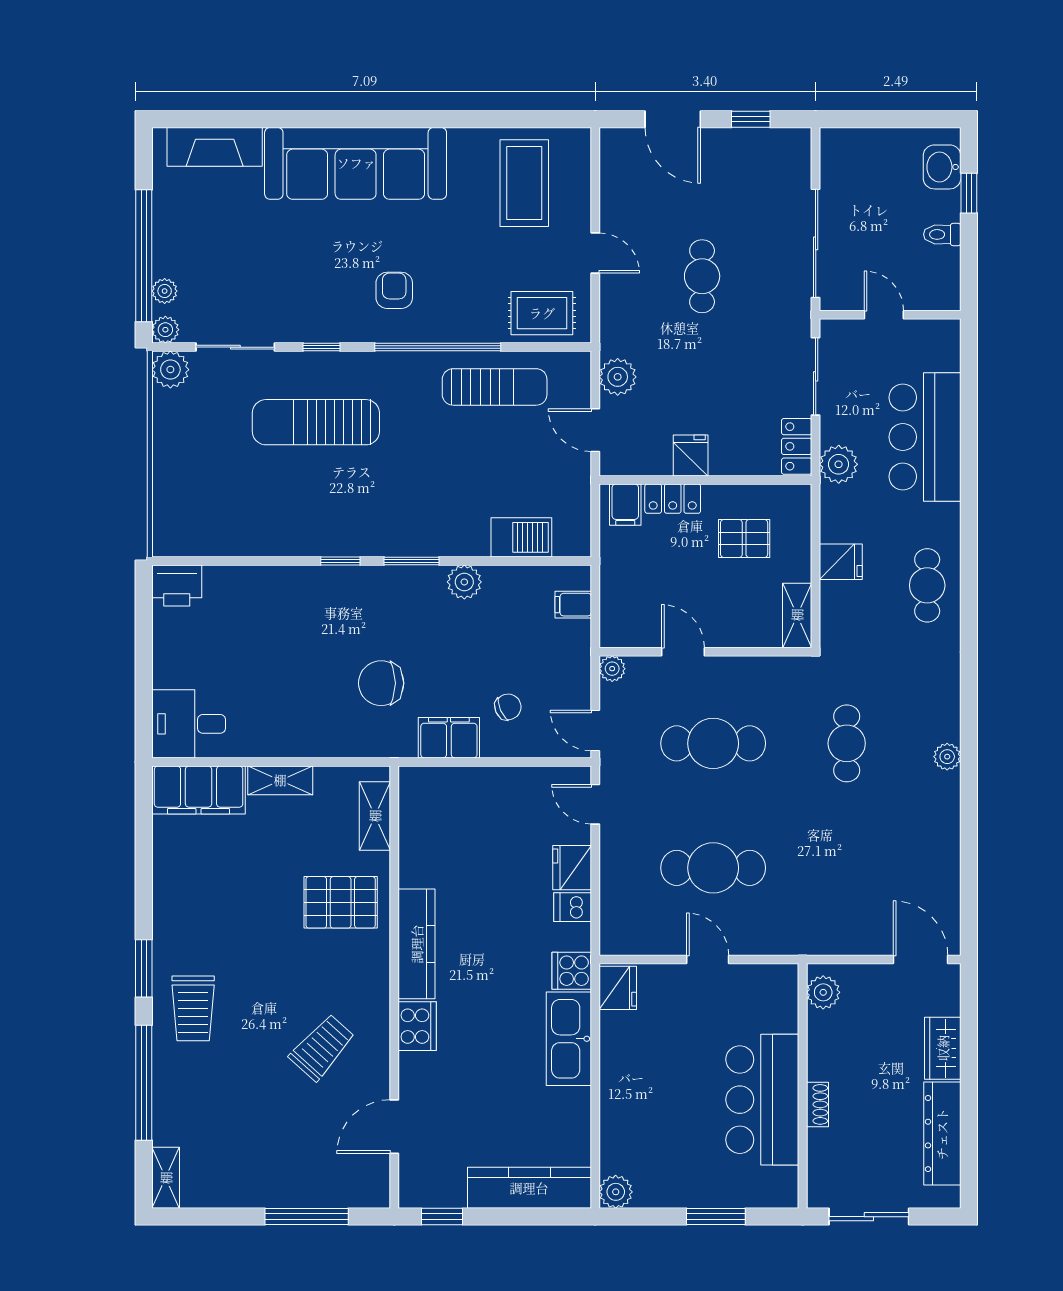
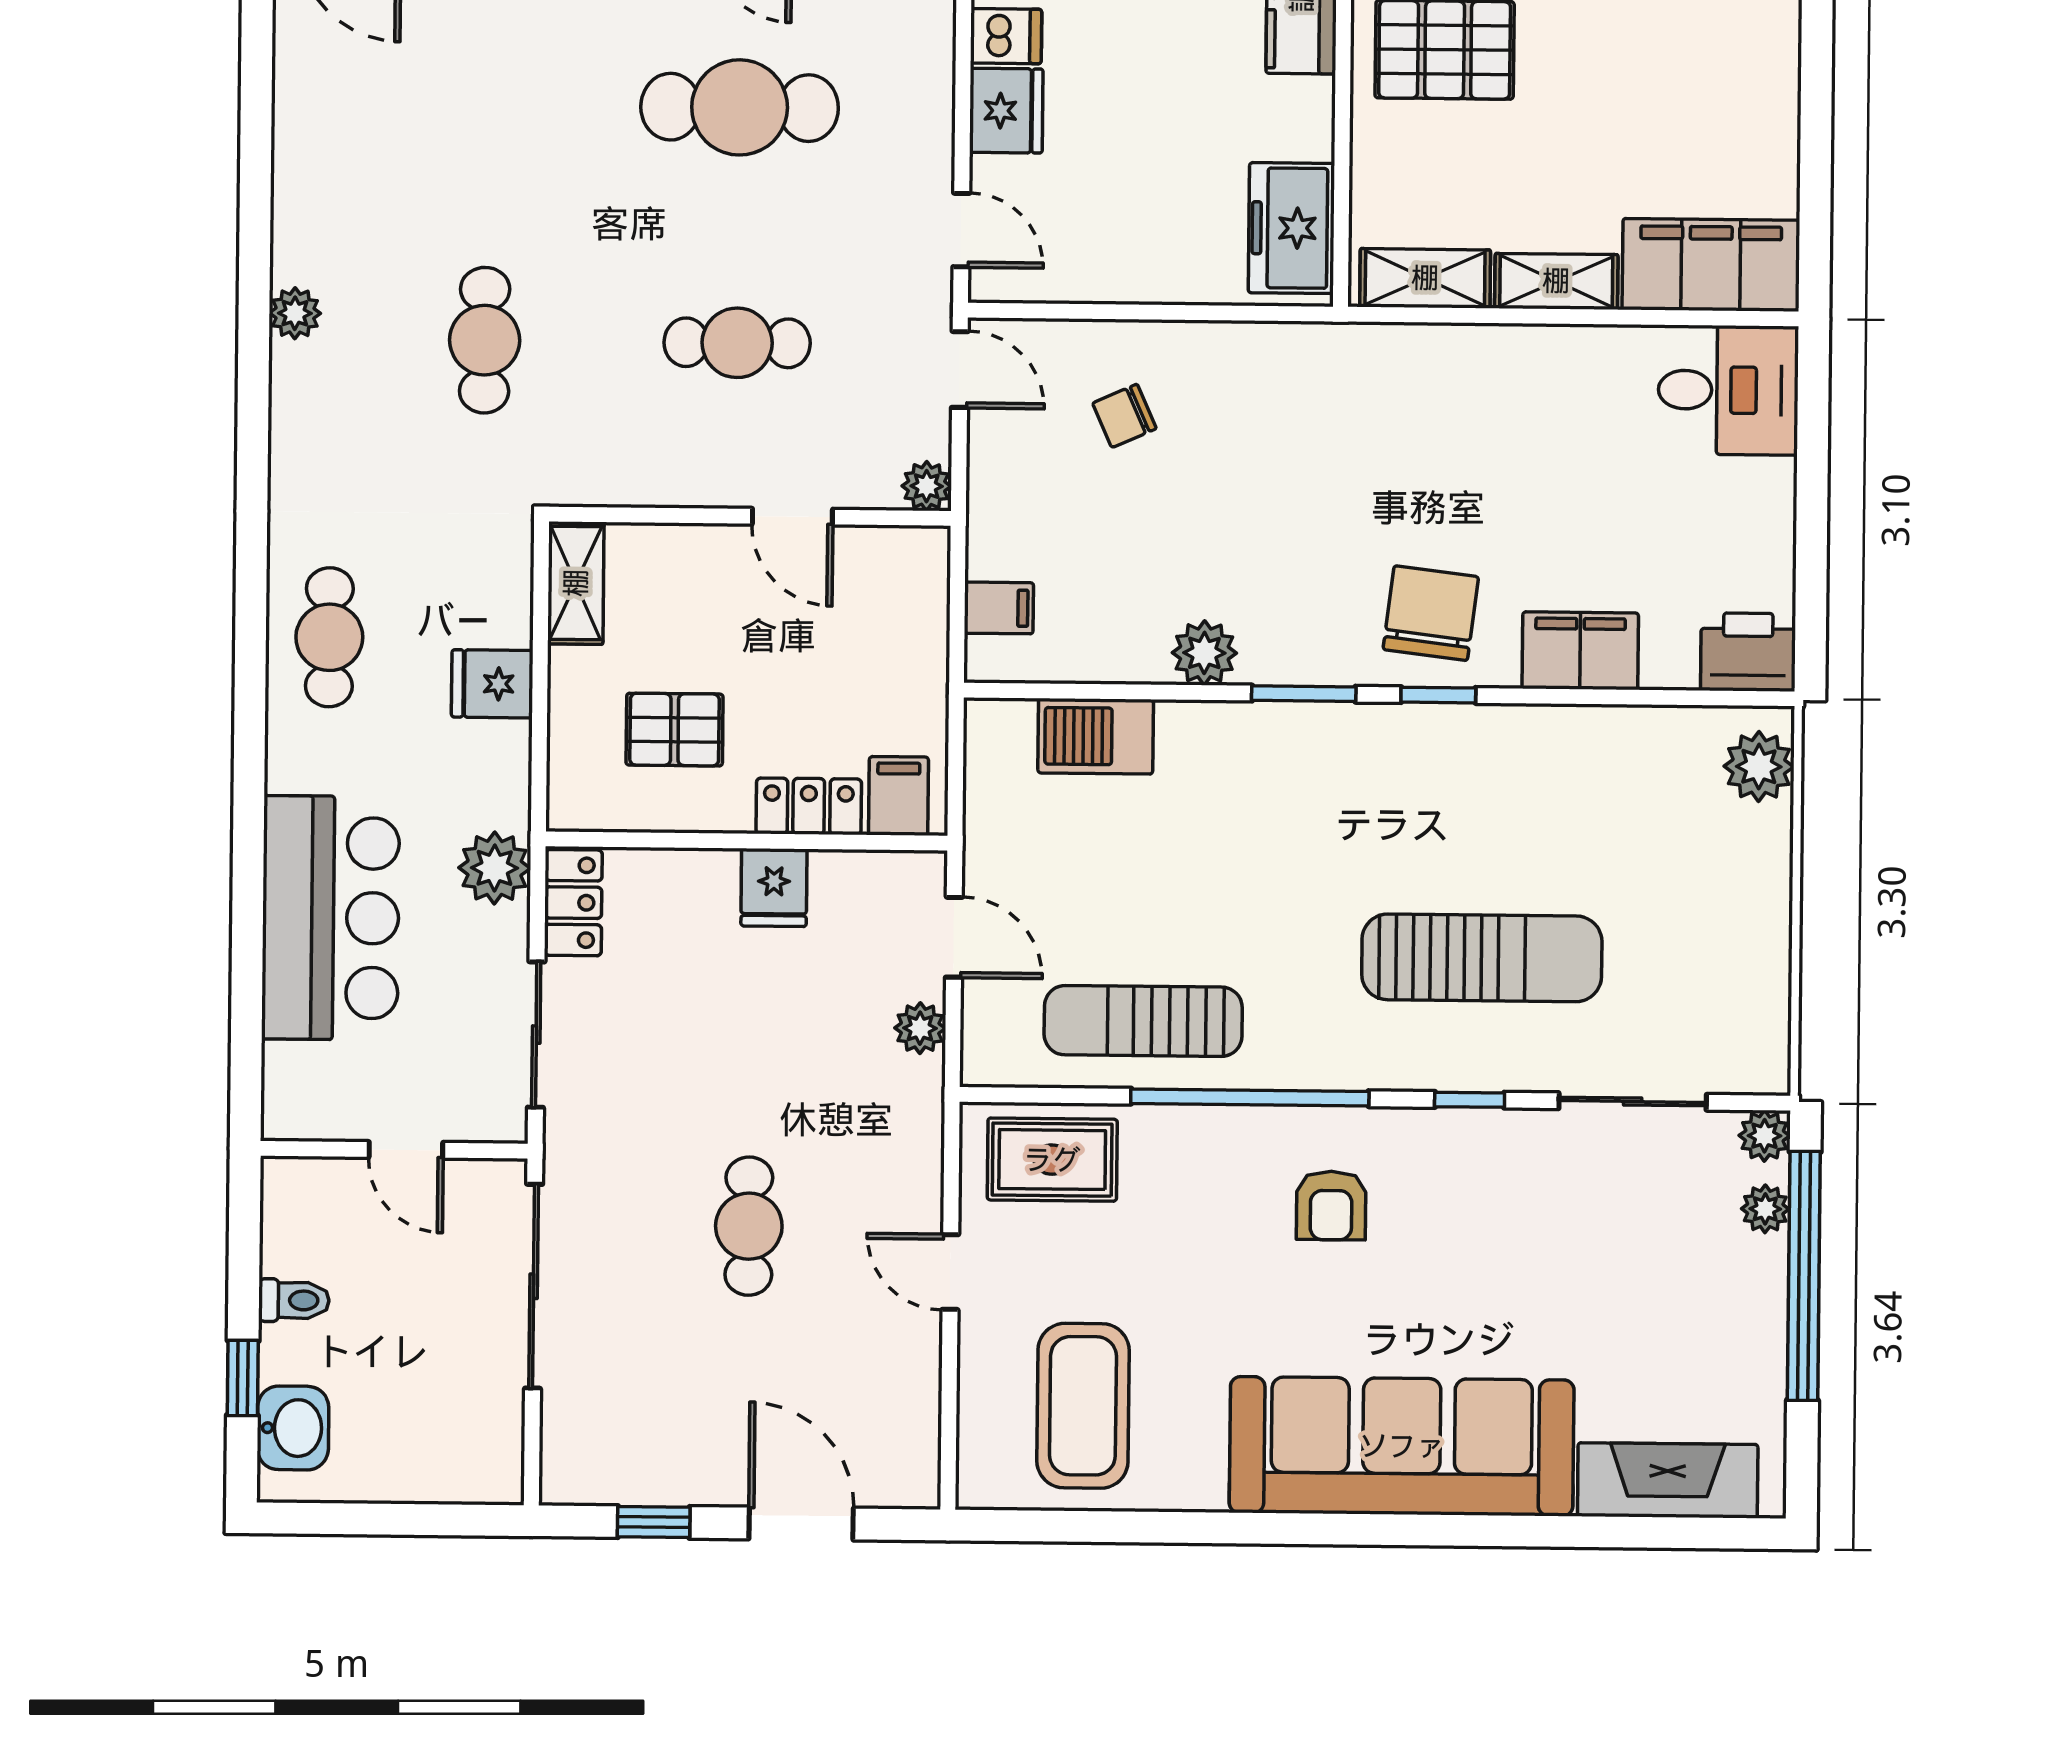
plant: (170, 370) -> (1759, 767), moved
plant: (618, 377) -> (920, 1028), width x0.73, depth x0.73
chair: (381, 683) -> (1431, 613), moved, turned -83
filing cabinet: (449, 738) -> (1580, 651), moved, turned 180
cafe table: (713, 743) -> (737, 343), width x0.73, depth x0.74
freezer: (421, 807) -> (1291, 228), added
shelving: (375, 816) -> (1425, 278), moved, turned 90

